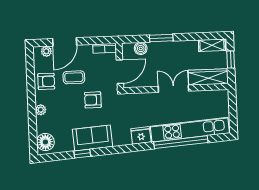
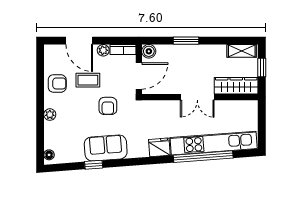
door: (65, 42) -> (79, 41), hinge flipped
boiler: (141, 48) -> (149, 51), moved
plant: (46, 51) -> (103, 50), moved
double door: (173, 89) -> (197, 97), swing flipped
armchair: (93, 100) -> (108, 106), turned -90
floor lamp: (45, 142) -> (49, 155), width x0.53, depth x0.53

